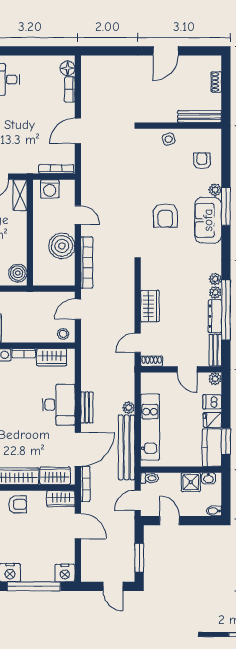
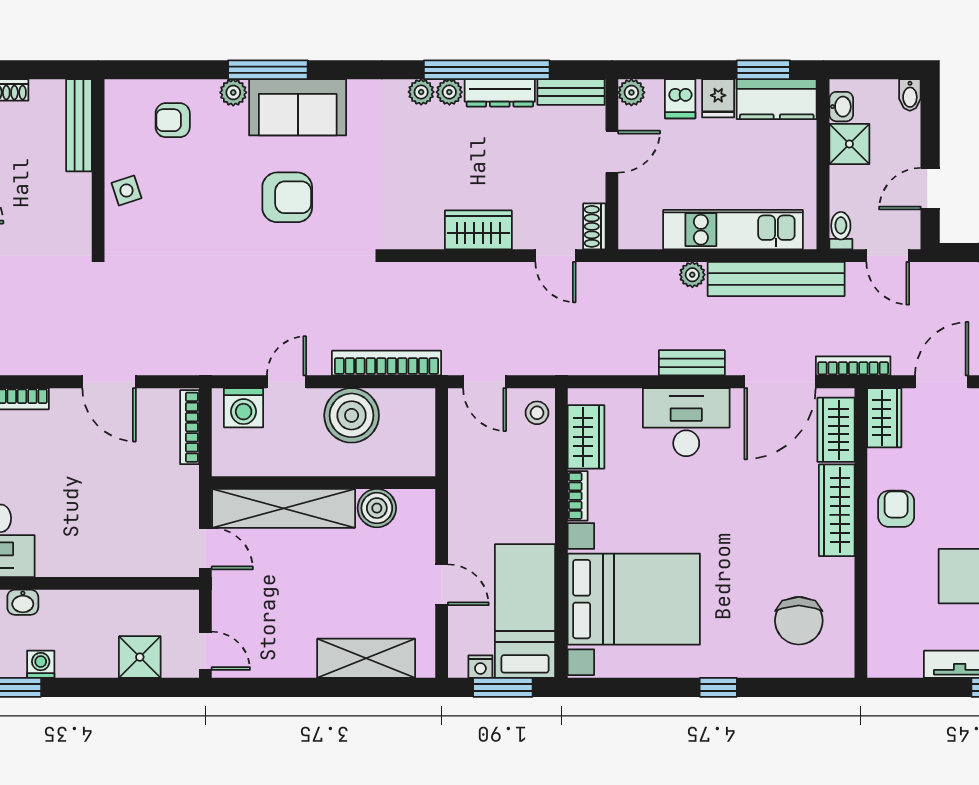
washing machine: (50, 189) -> (244, 408), moved, turned 90
shelving: (20, 195) -> (284, 508), width x2.20, depth x1.33
boiler: (18, 273) -> (377, 508), moved
door: (78, 449) -> (780, 382), swing flipped

